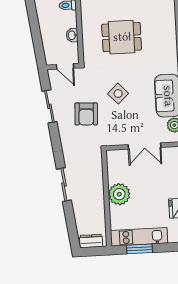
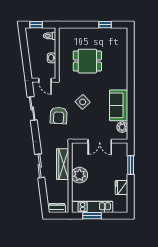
wardrobe: (95, 180) -> (63, 164), added

